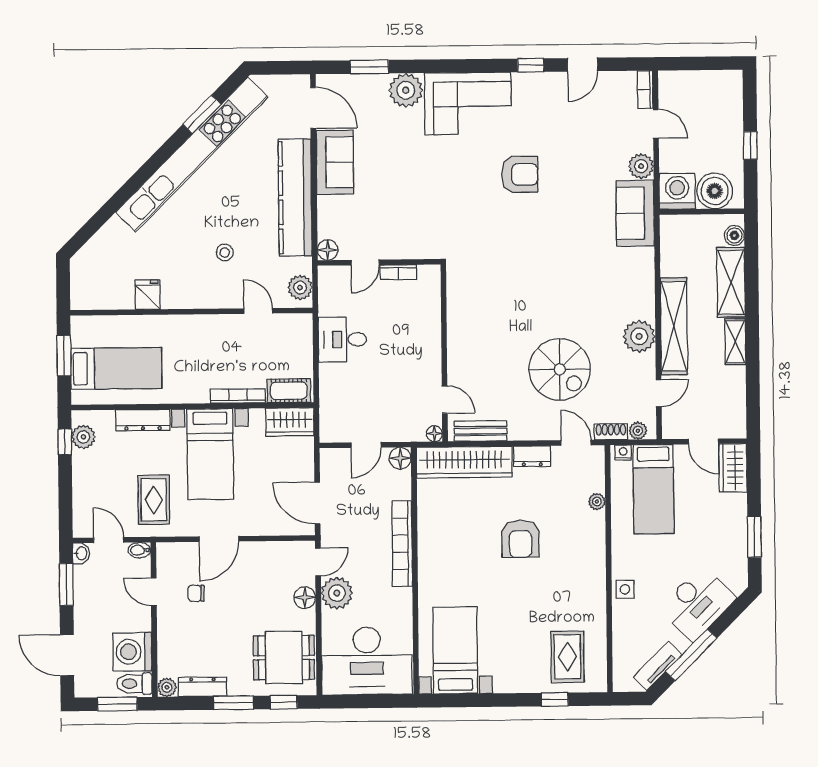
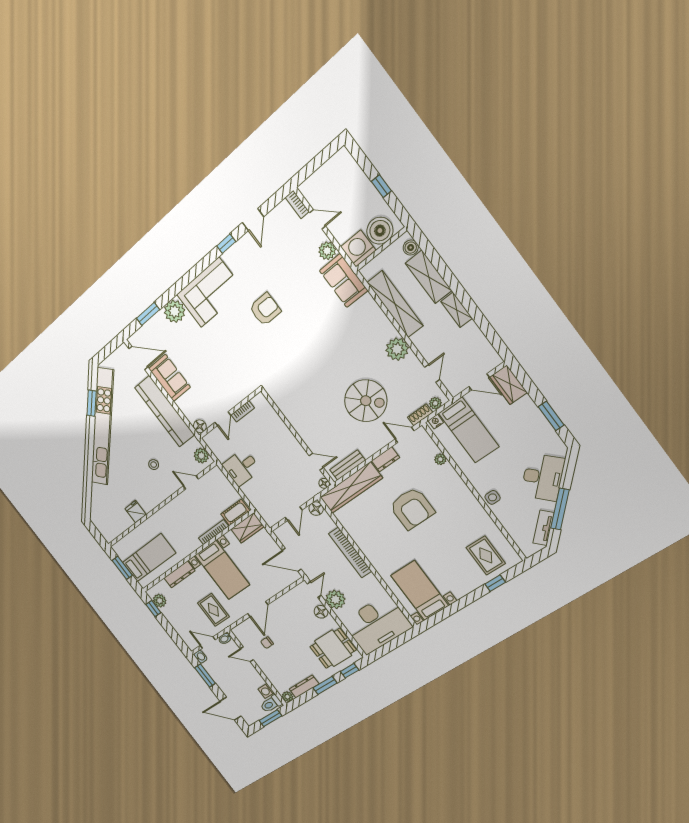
shelving: (674, 326) -> (395, 304), moved
armchair: (520, 539) -> (412, 508), width x1.36, depth x1.36
washing machine: (132, 652) -> (266, 691), width x0.53, depth x0.53

